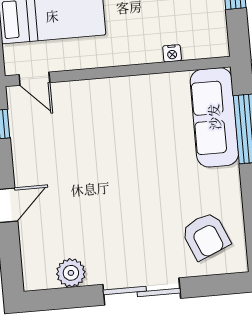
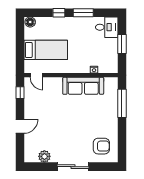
sofa: (214, 117) -> (83, 86), moved, turned -90
armchair: (206, 236) -> (101, 146), turned -67

